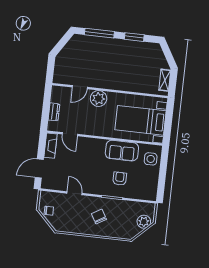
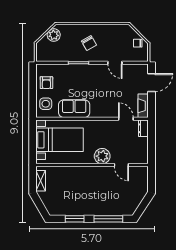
door: (80, 87) -> (121, 165), swing flipped
dresser: (54, 112) -> (143, 128), moved
armchair: (120, 179) -> (46, 83), moved
plant: (144, 222) -> (54, 35), moved

